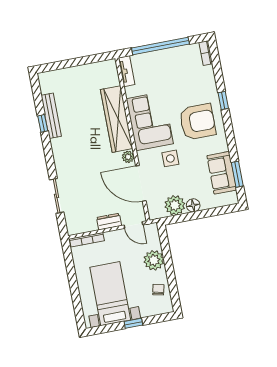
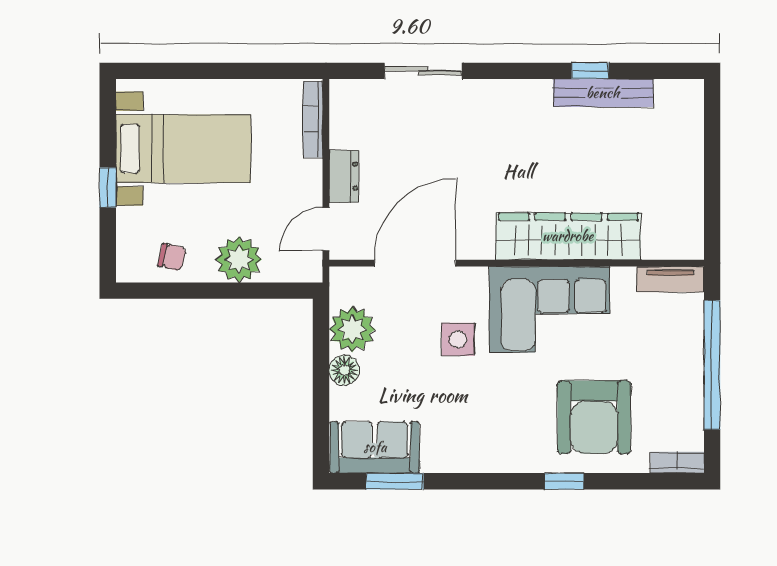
armchair: (197, 122) -> (594, 417), moved
plant: (128, 157) -> (480, 246), removed
sofa: (222, 173) -> (375, 447), moved

